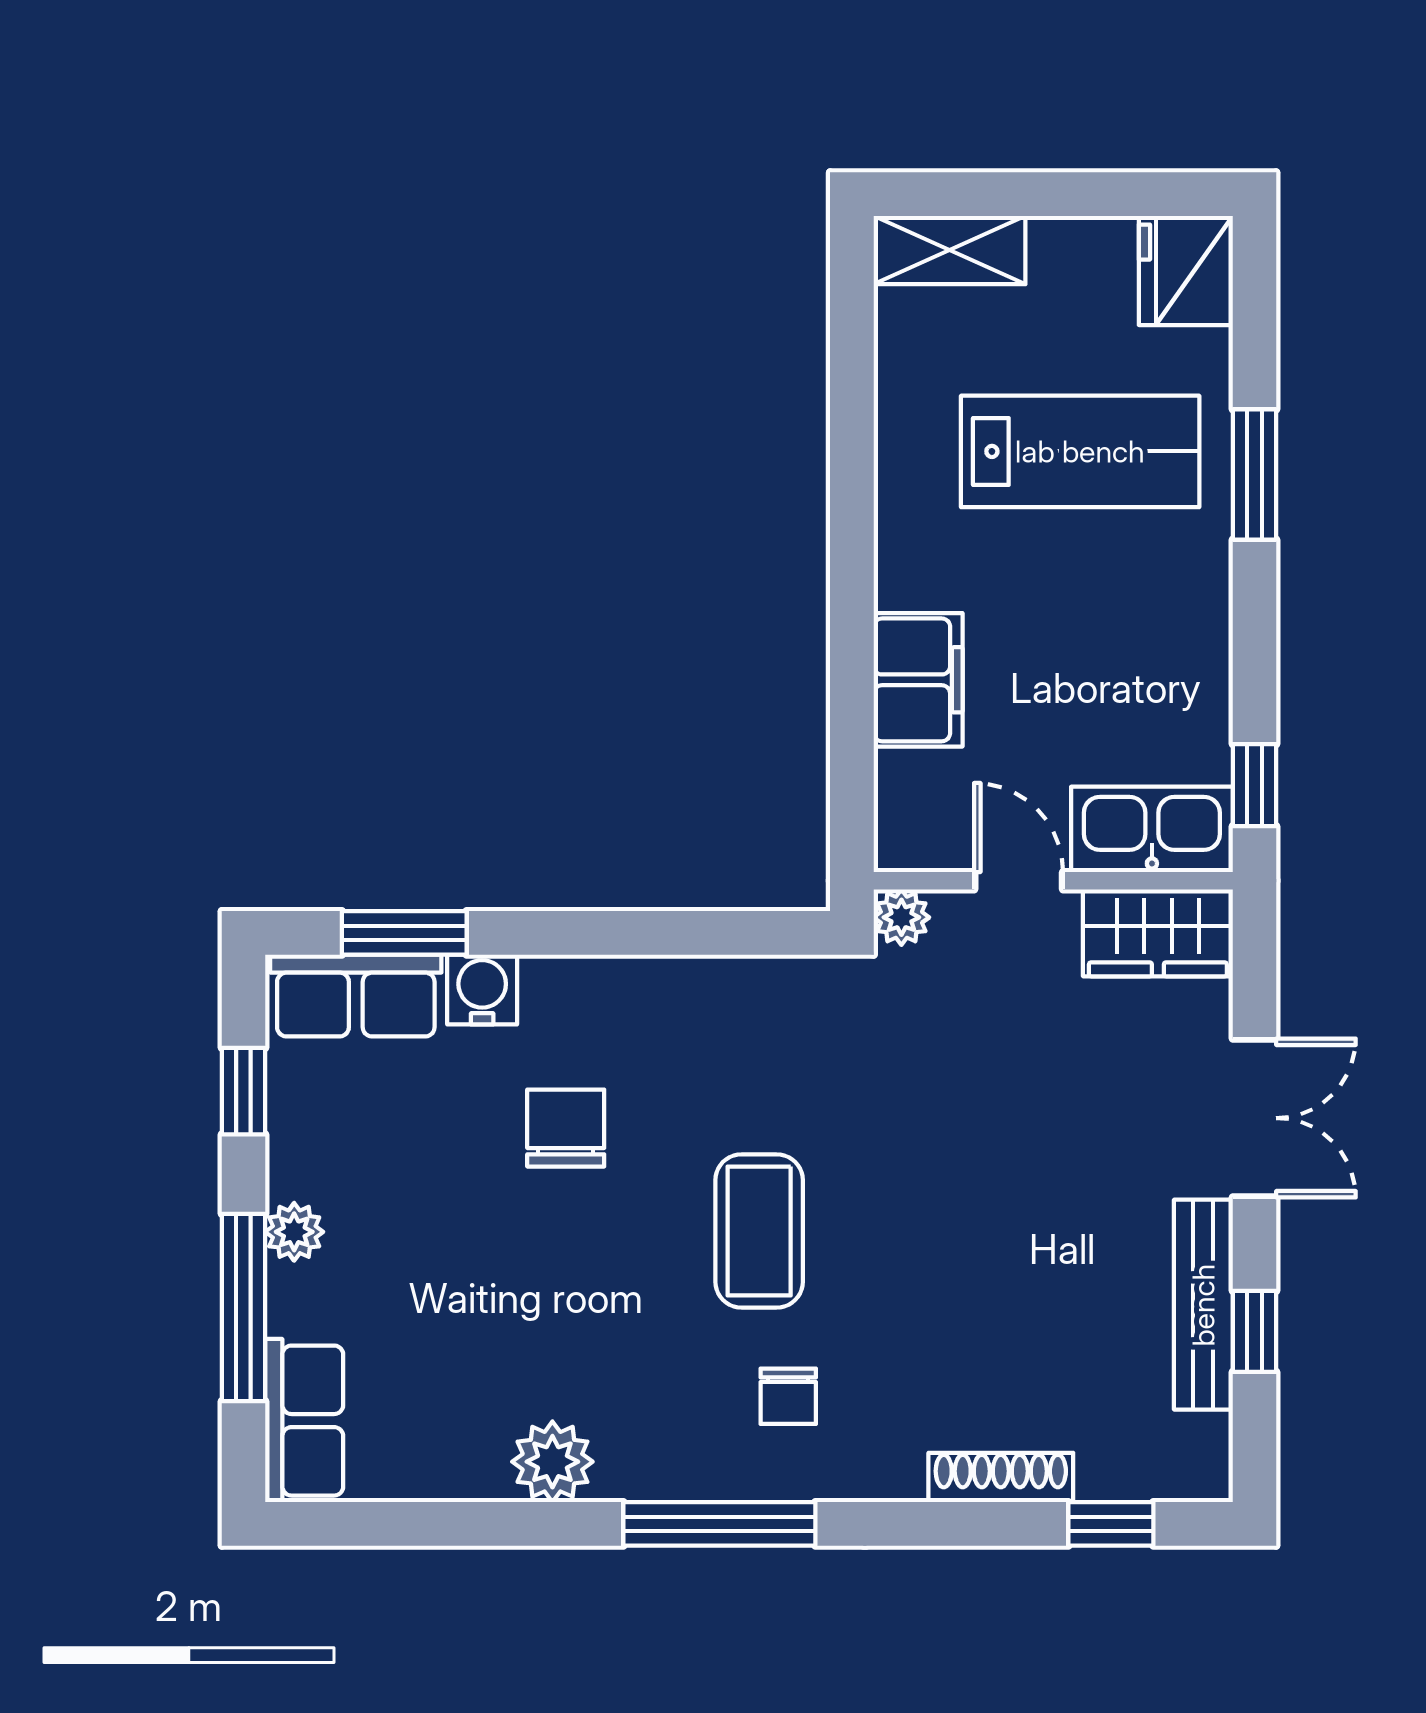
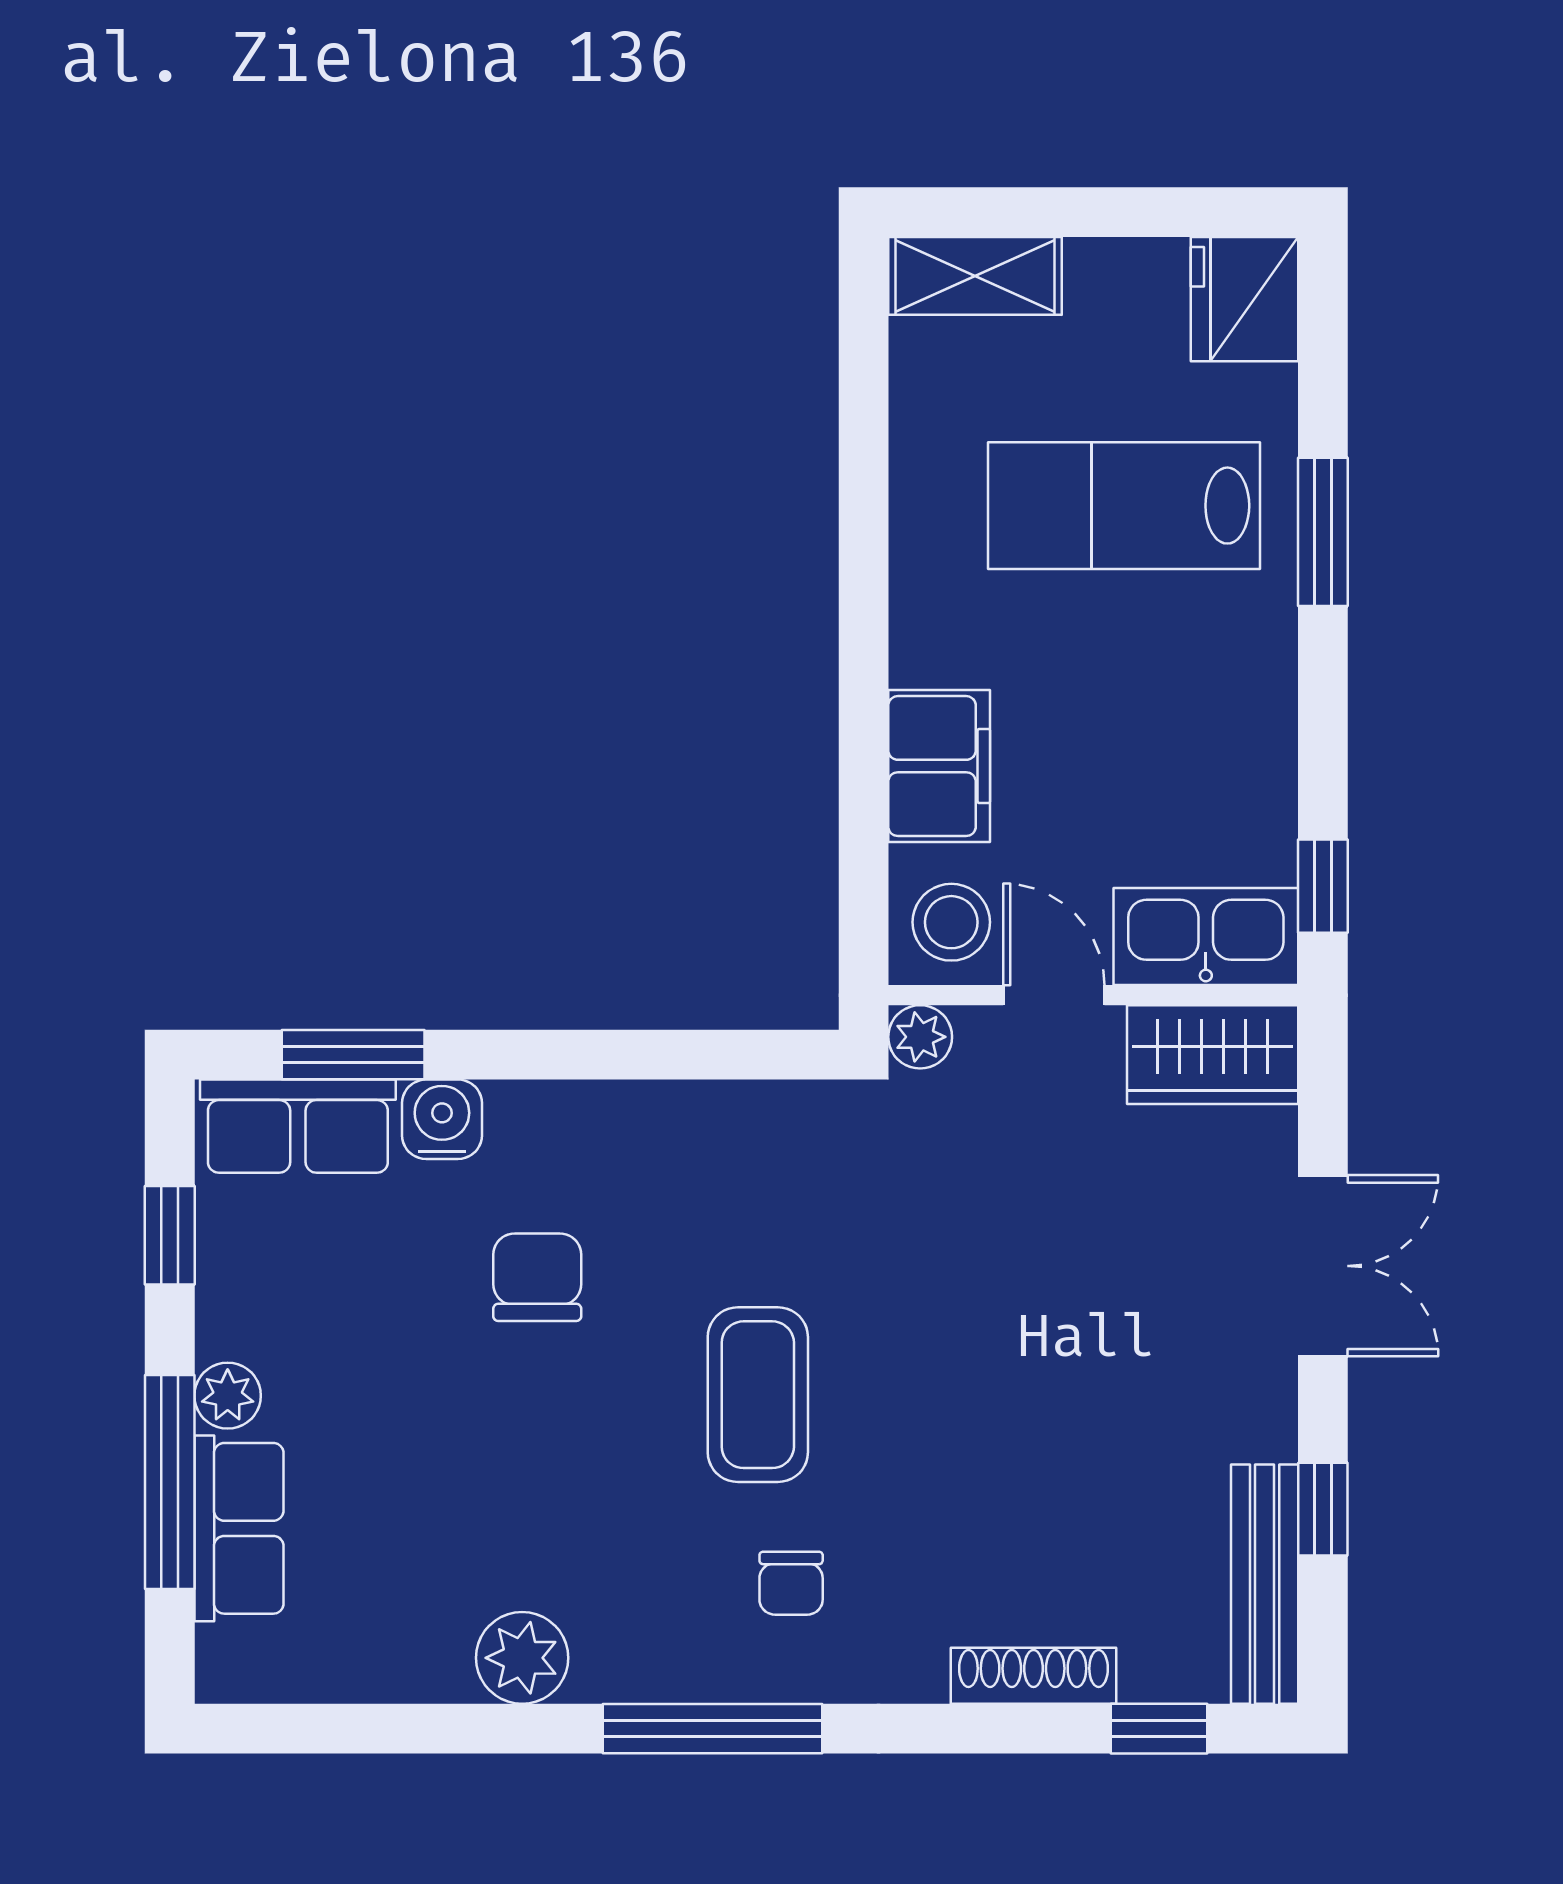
lab bench: (1080, 451) -> (1124, 506), turned 180
stool: (929, 817) -> (951, 922), added
bench: (1203, 1305) -> (1265, 1584), moved
row of seats: (304, 1421) -> (239, 1528), moved

